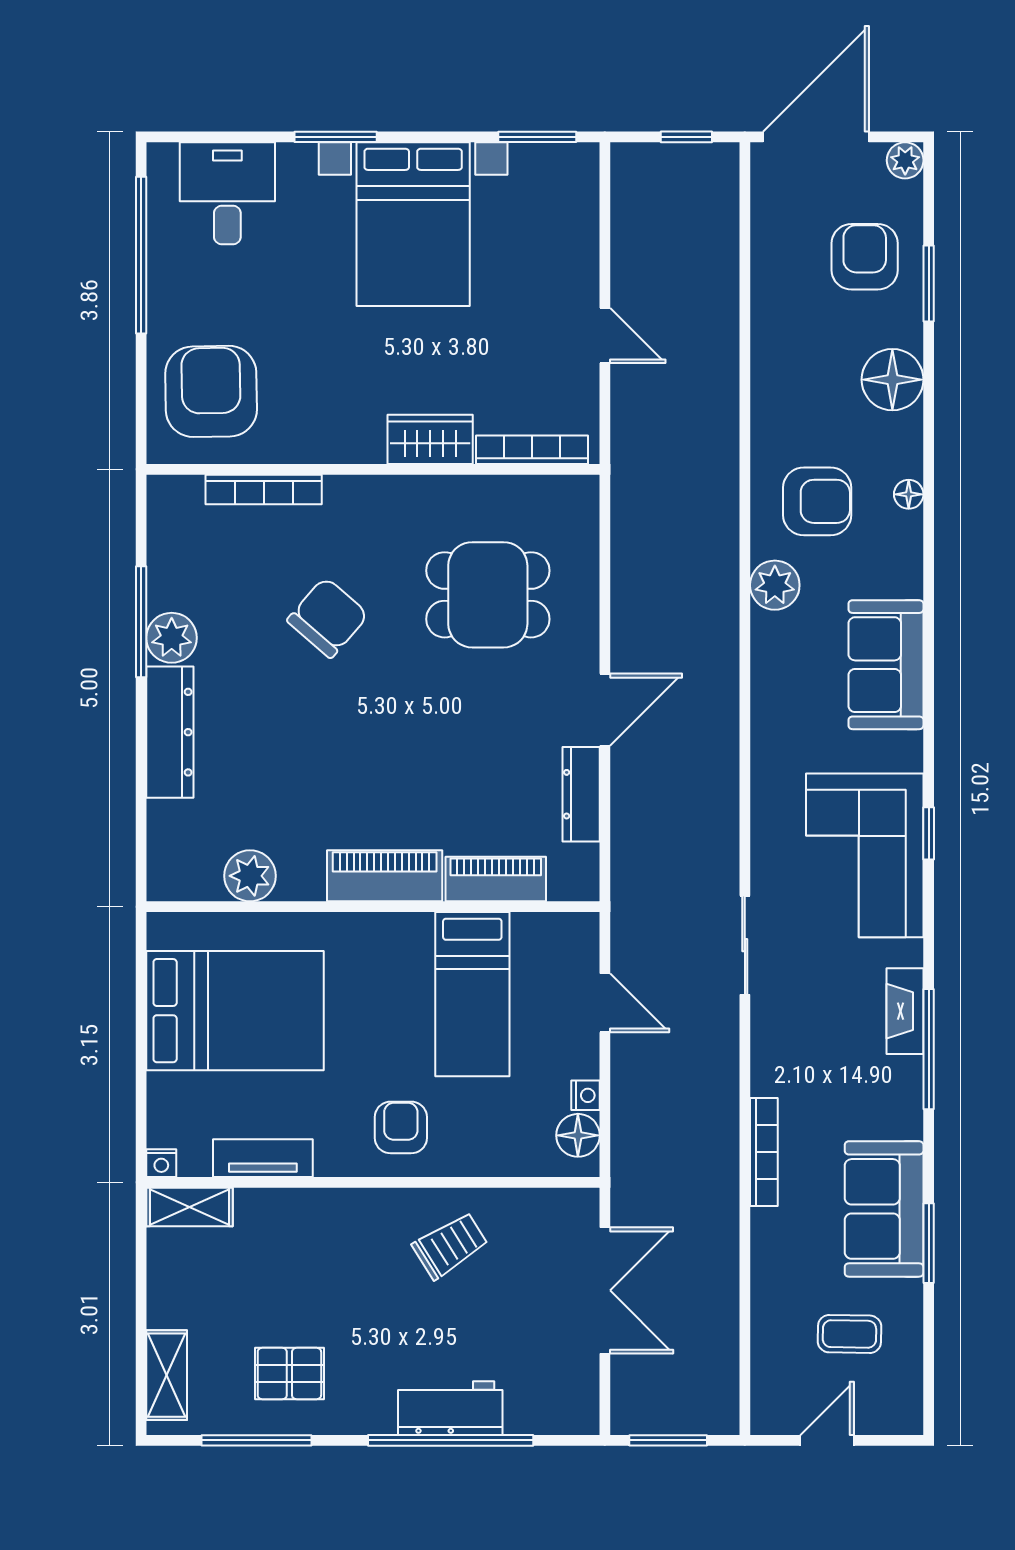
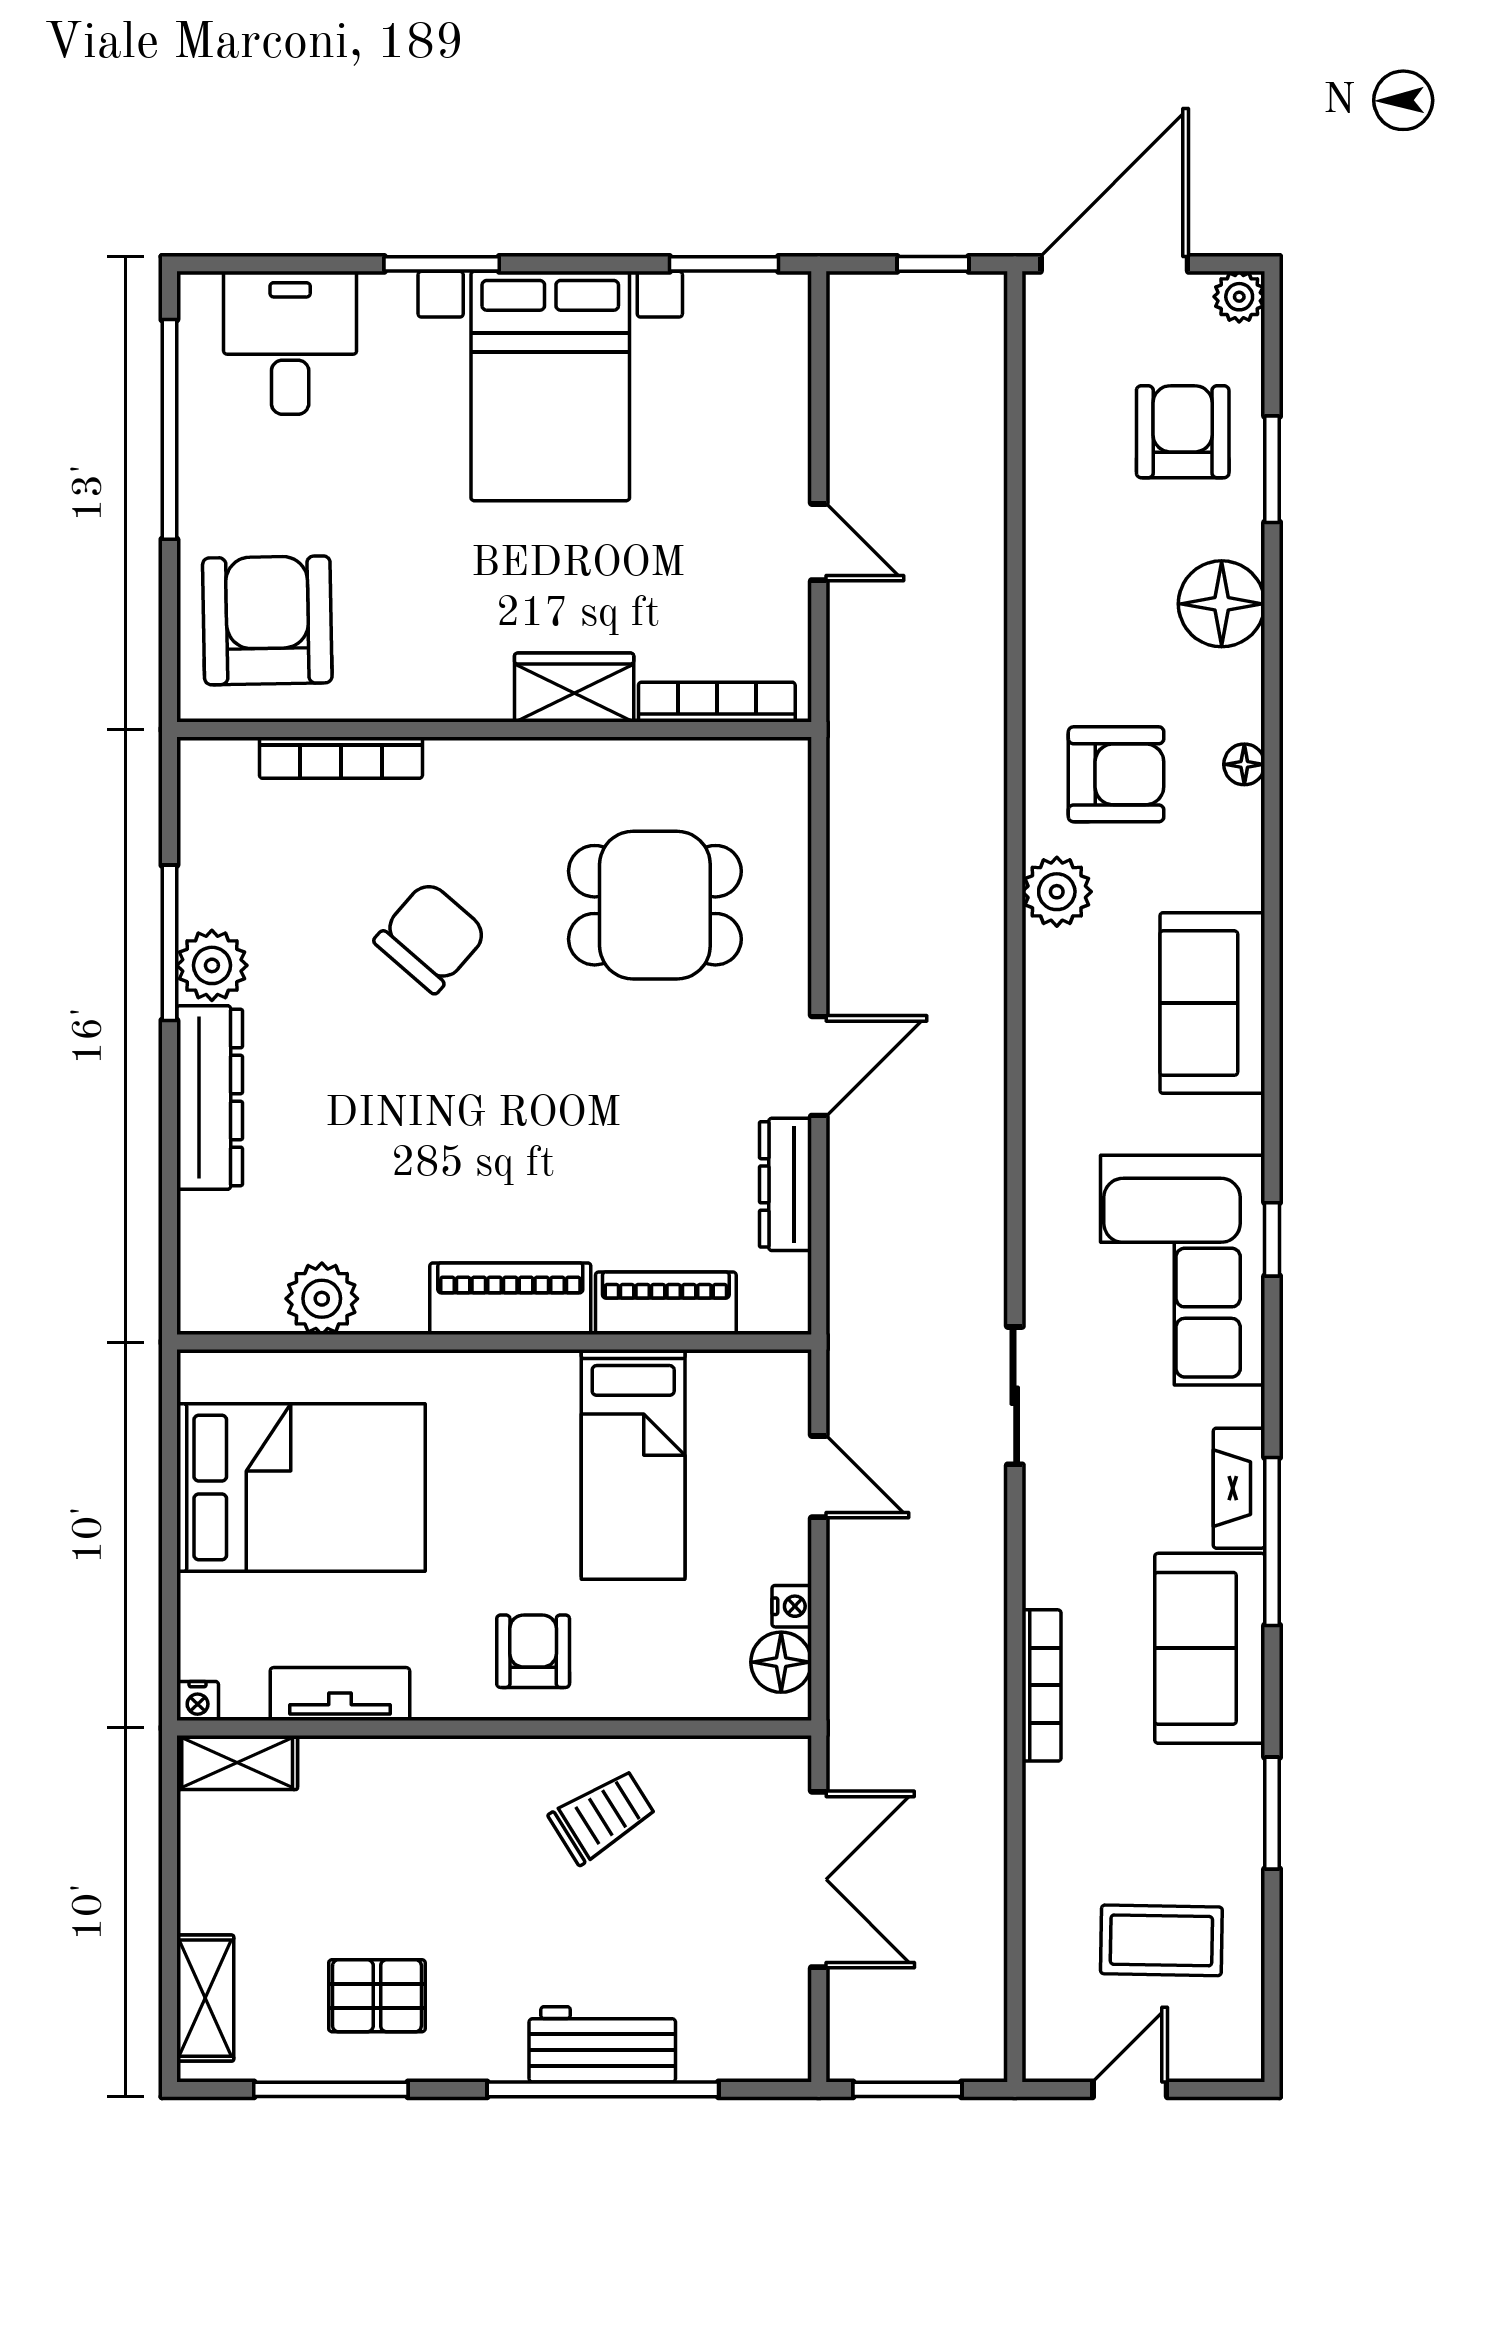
sofa: (884, 1209) -> (1210, 1648), moved
coffee table: (849, 1334) -> (1161, 1940), width x1.36, depth x1.30

